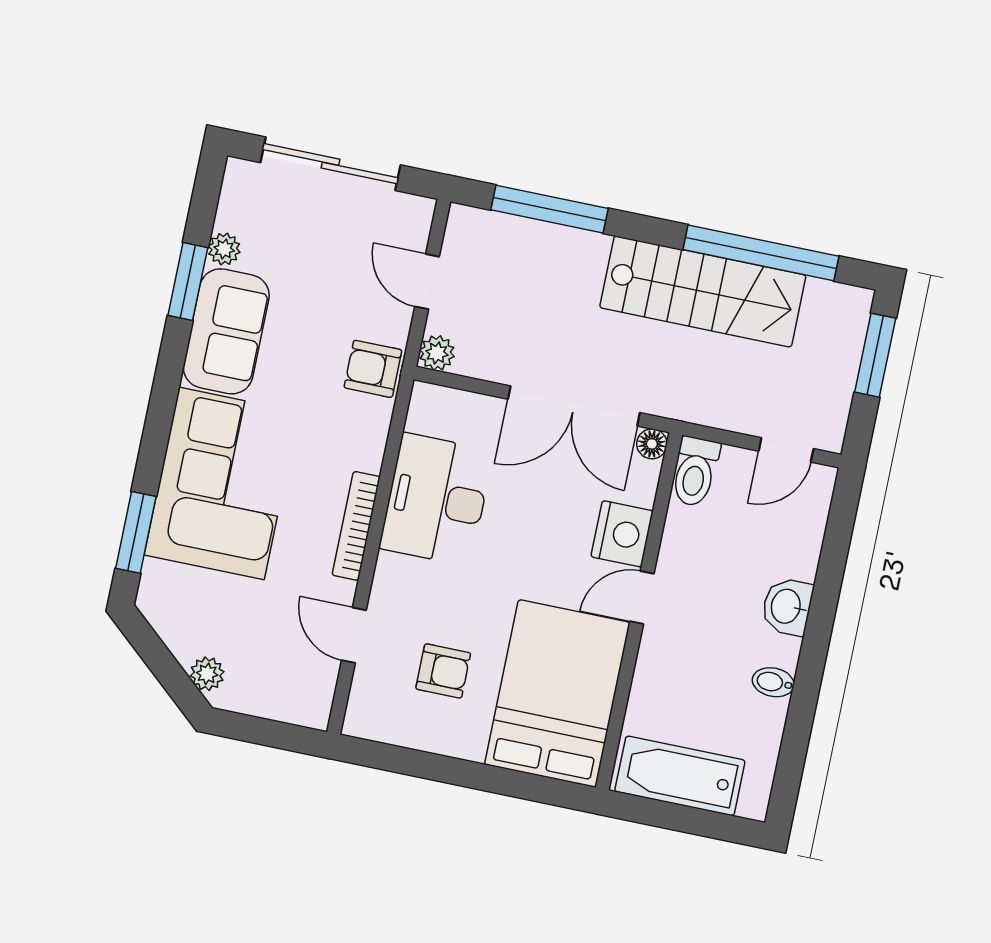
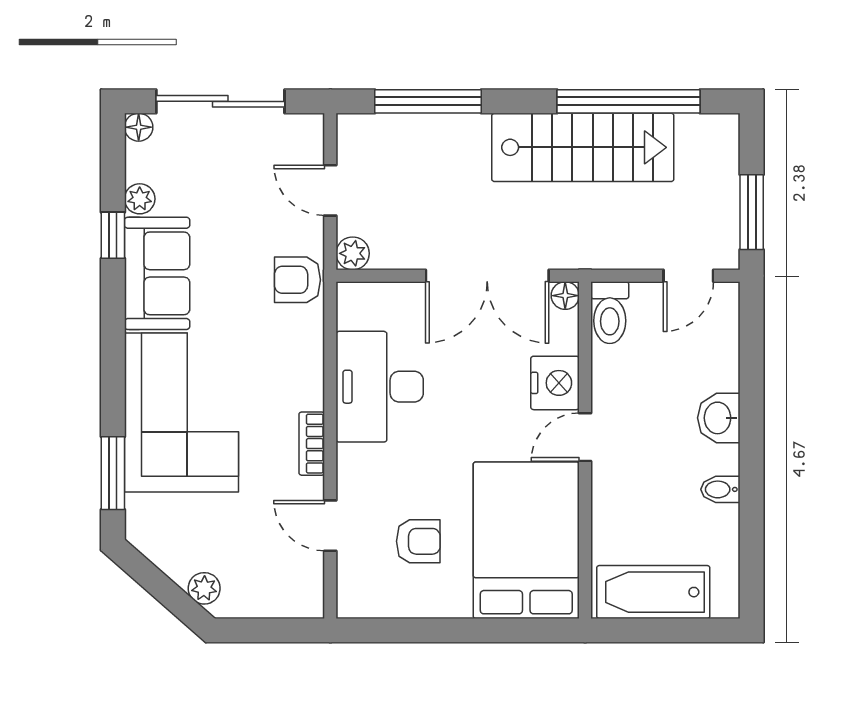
floor lamp: (239, 173) -> (139, 127), added
window: (188, 282) -> (113, 235), width x0.67
window: (875, 355) -> (752, 212), moved
bookcase: (356, 526) -> (312, 444), width x0.64

